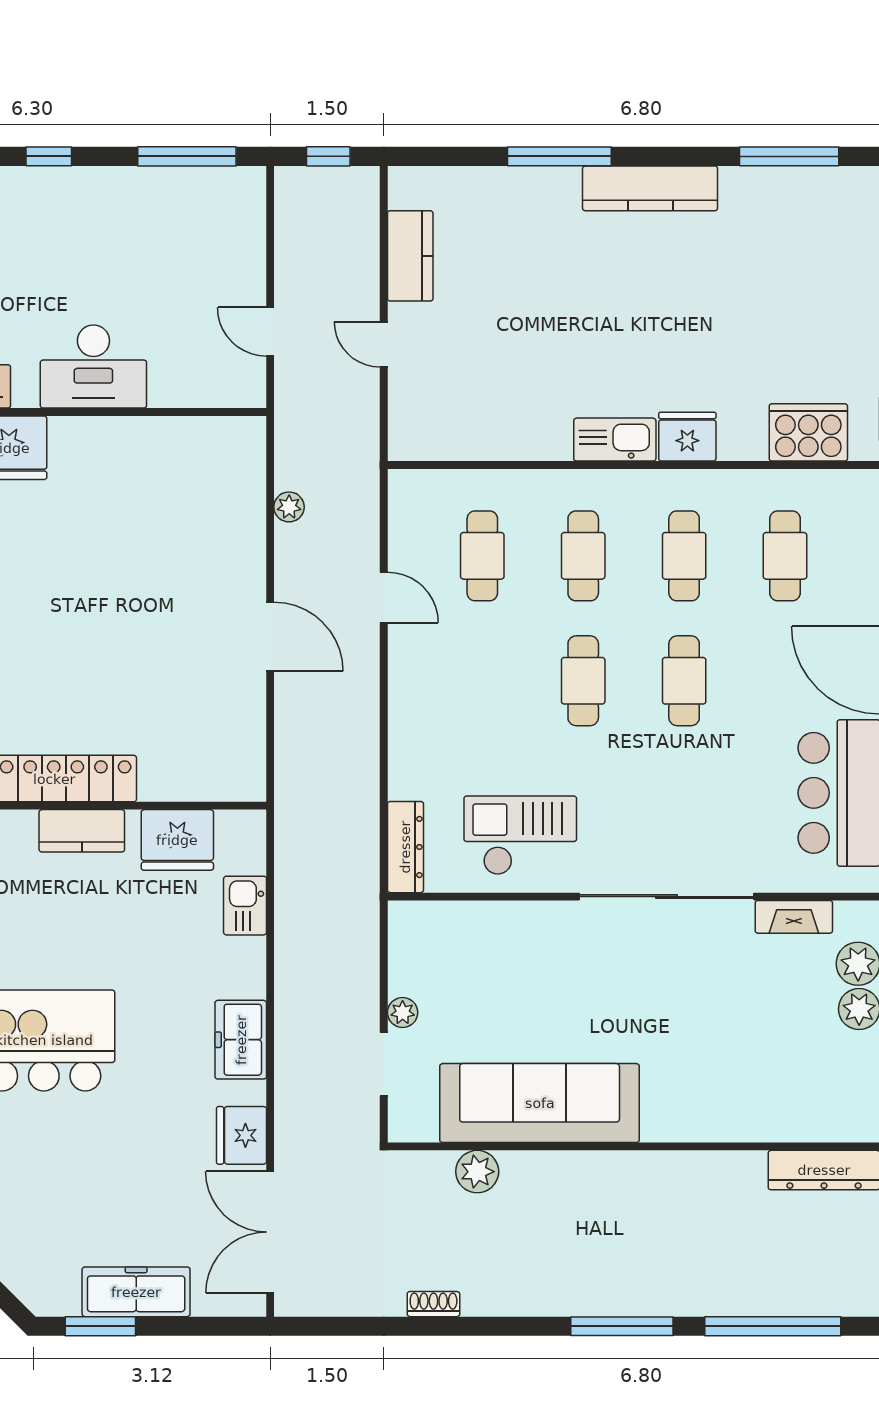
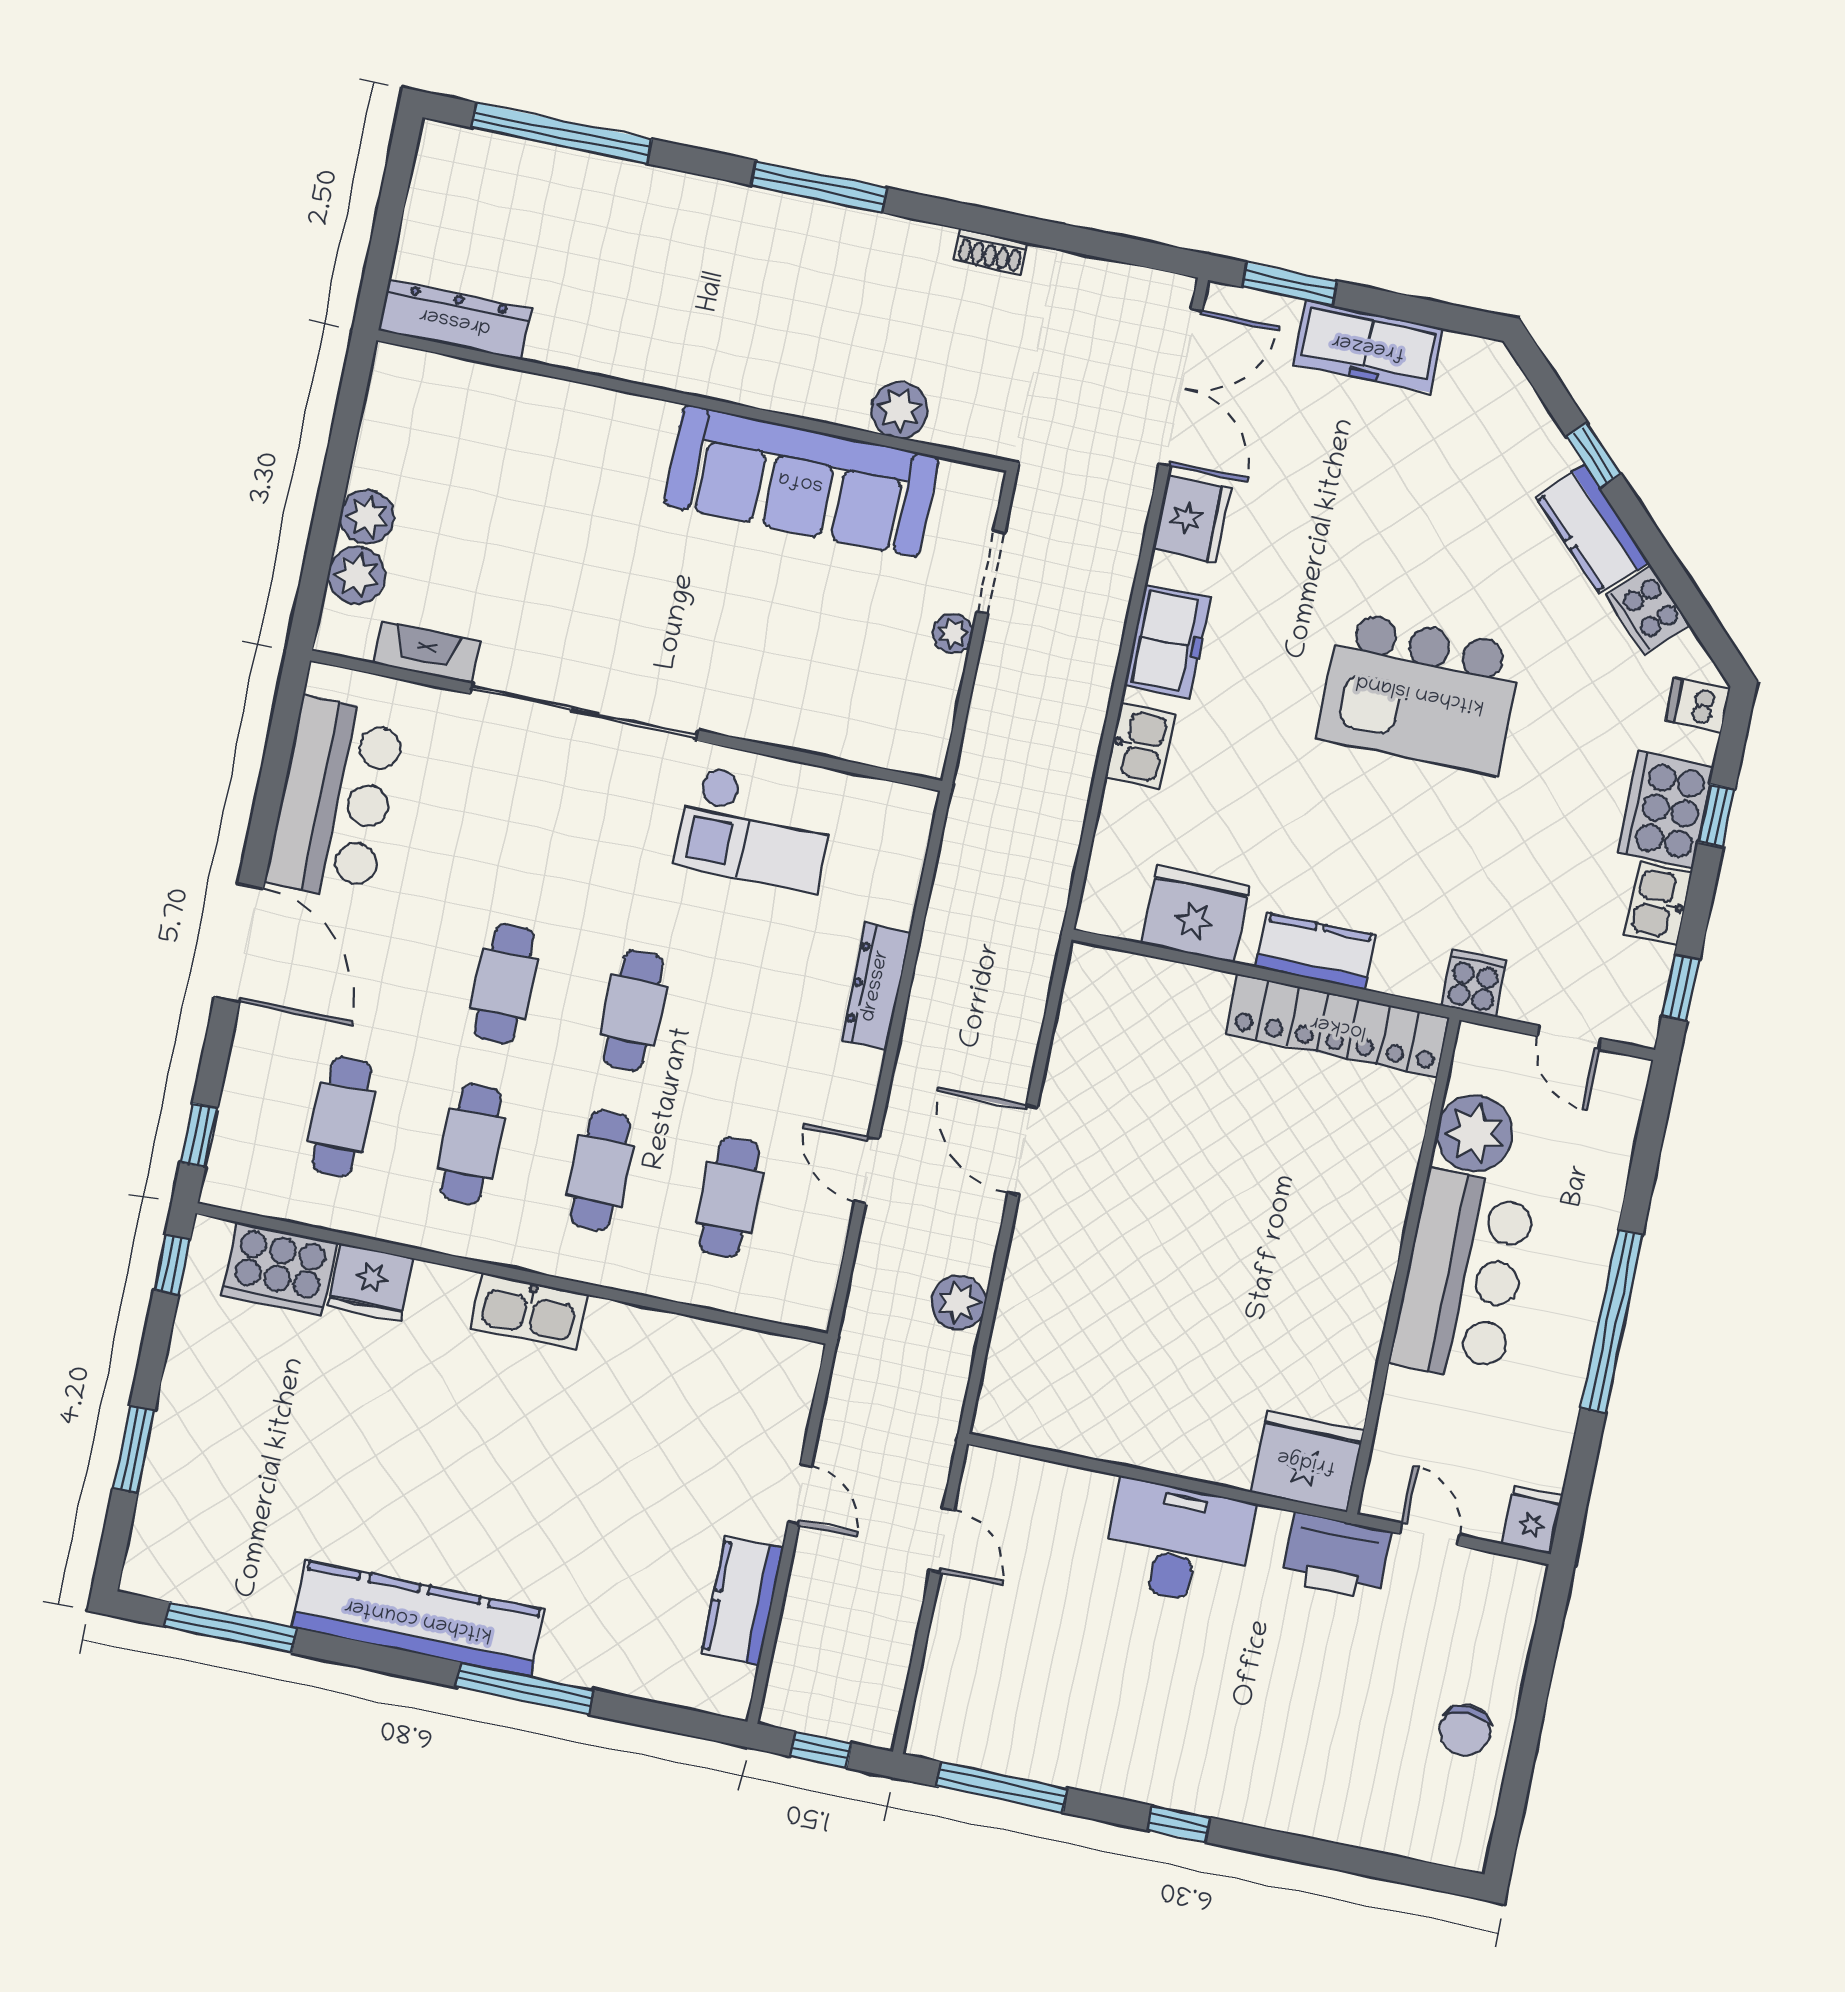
kitchen counter: (650, 188) -> (418, 1619), width x1.39, depth x1.17
fridge: (687, 437) -> (371, 1282), moved
plant: (289, 507) -> (958, 1302), width x1.38, depth x1.38
dresser: (405, 847) -> (876, 986), moved
kitchen sink: (245, 906) -> (1140, 746), moved
window: (100, 1326) -> (1290, 284), moved
window: (622, 1326) -> (819, 187), moved

